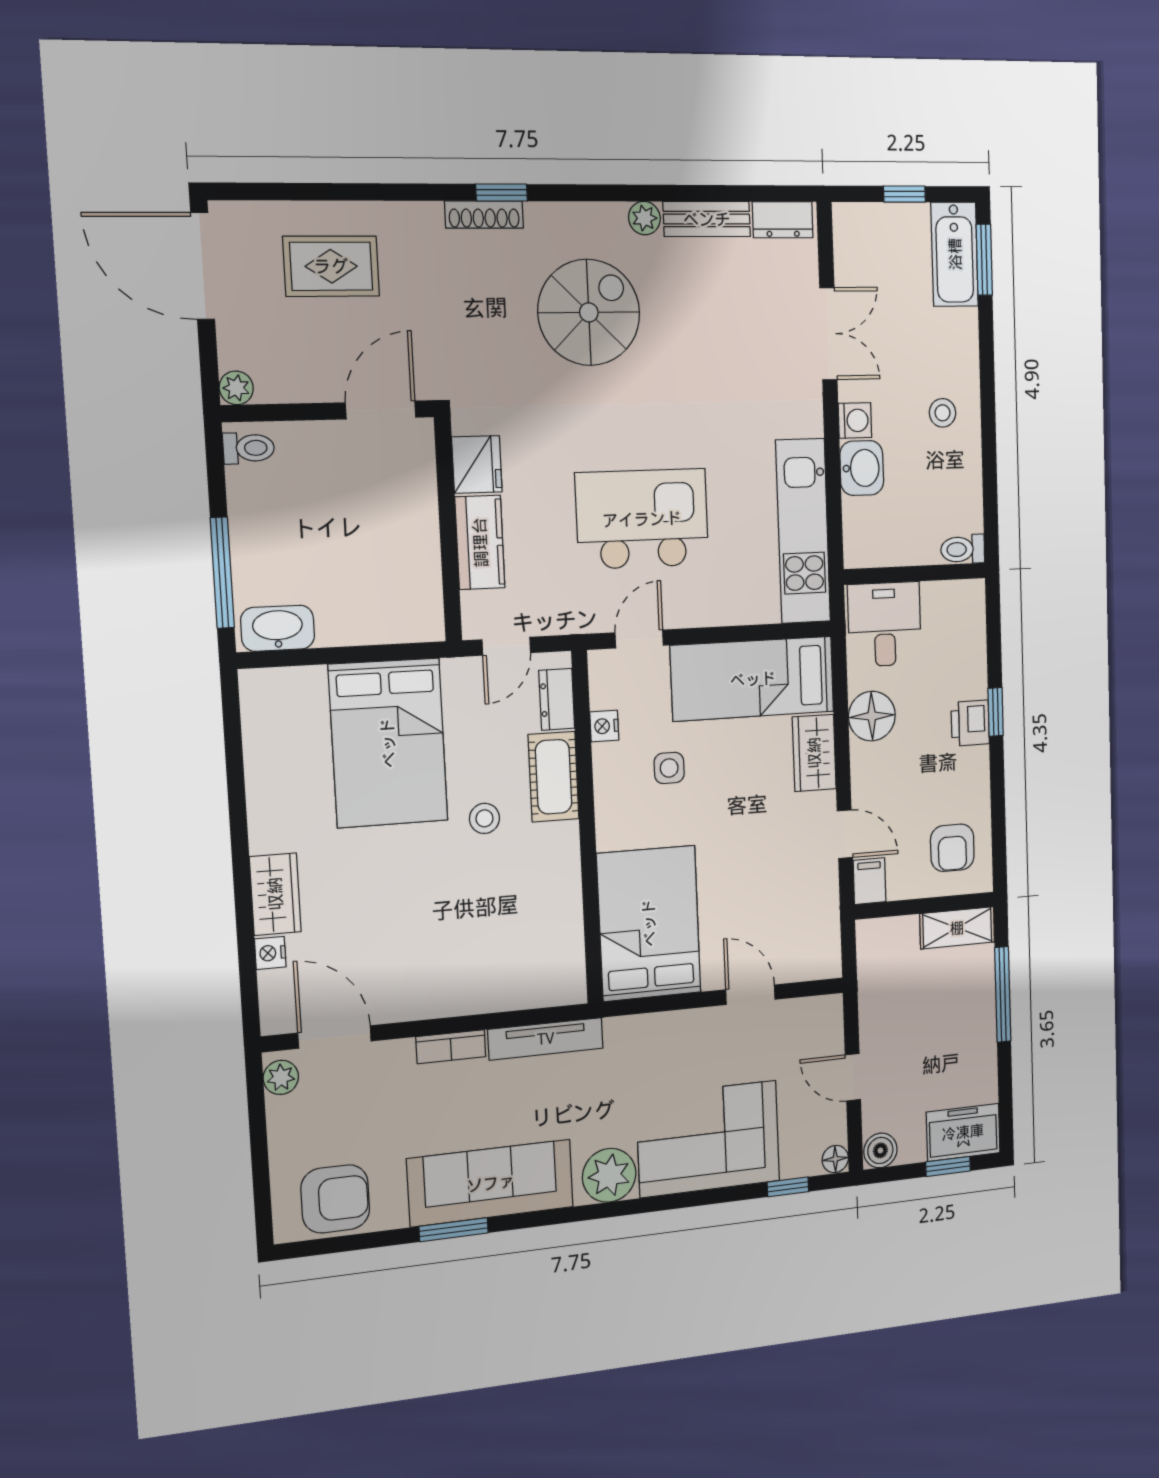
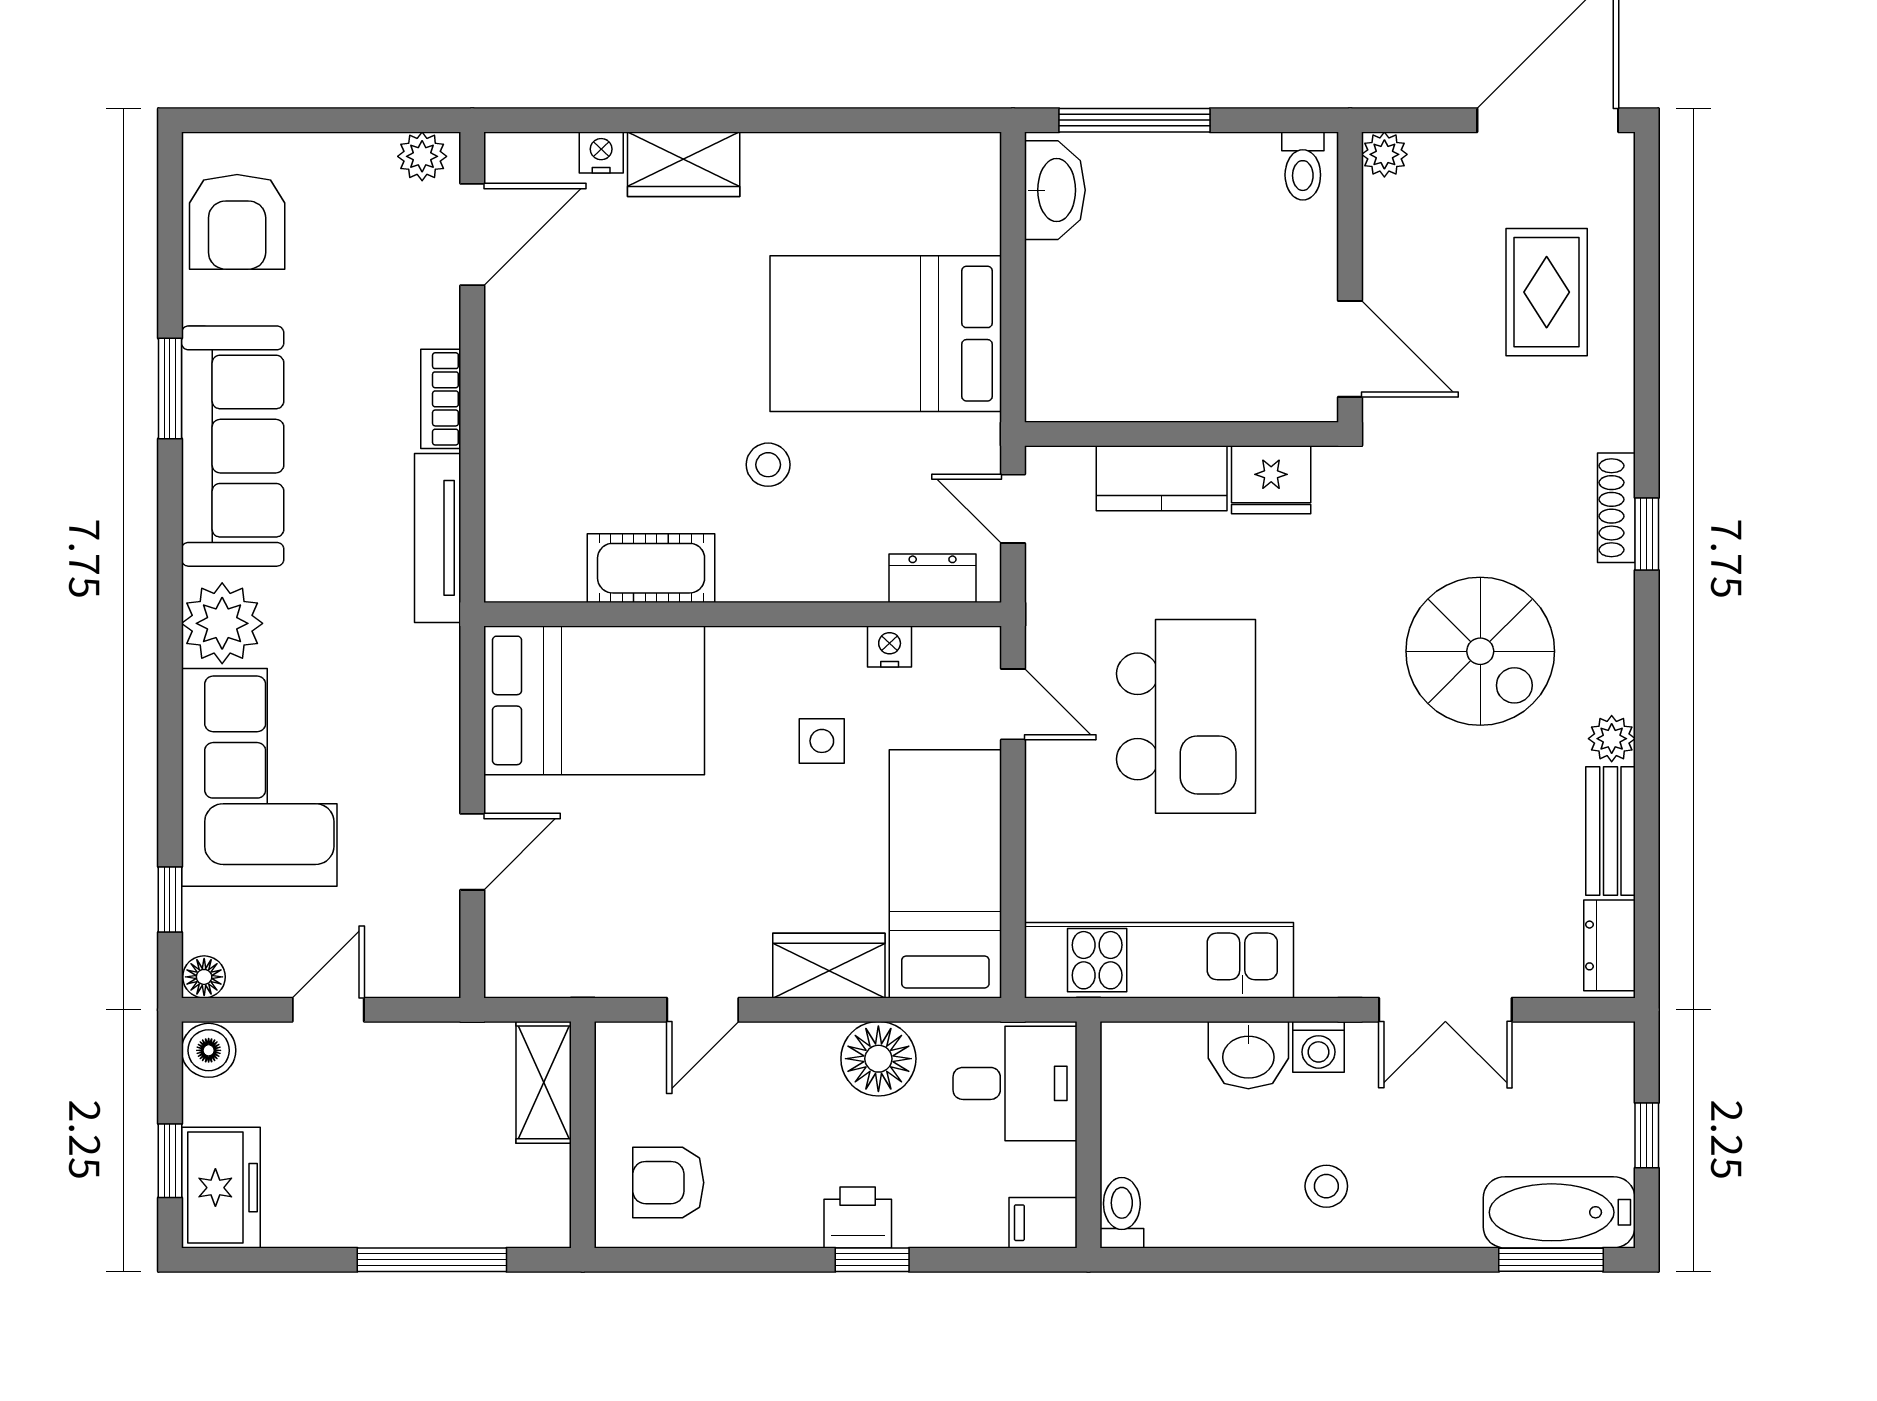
cot: (554, 777) -> (651, 568), moved
filing cabinet: (870, 881) -> (1043, 1223), moved, turned 180
shelving: (957, 928) -> (544, 1082), moved

